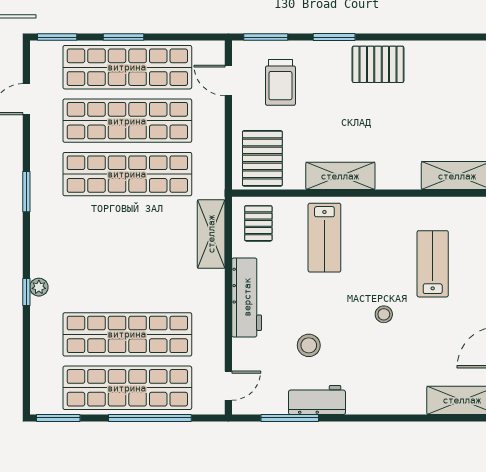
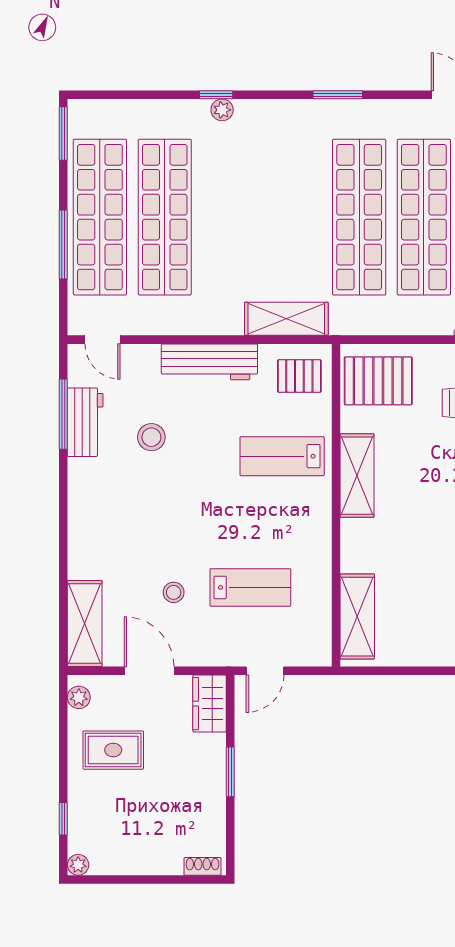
stool: (384, 314) -> (174, 592), moved
workbench: (317, 400) -> (85, 422), moved
window: (150, 418) -> (63, 244), width x0.68

